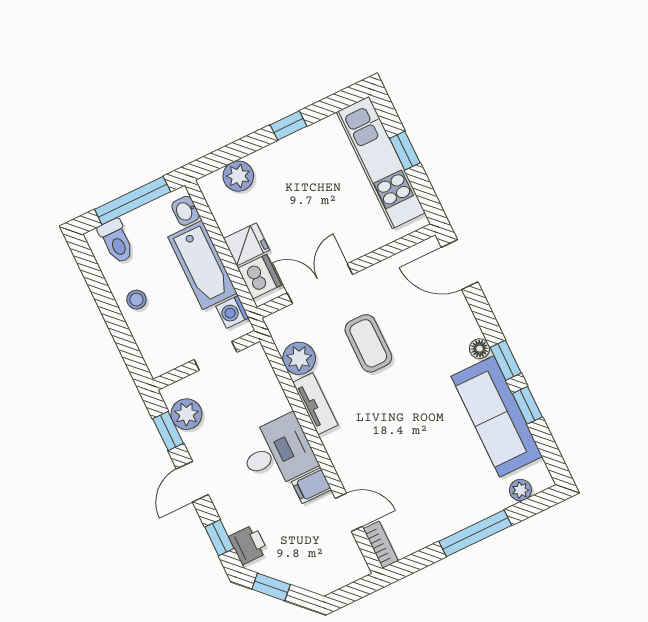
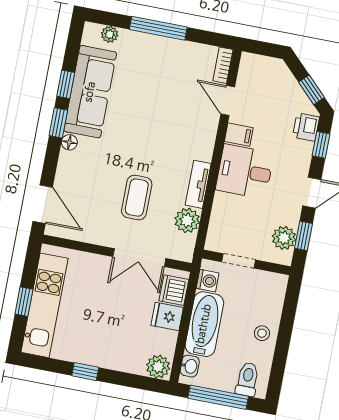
plant: (238, 176) -> (158, 367), moved

